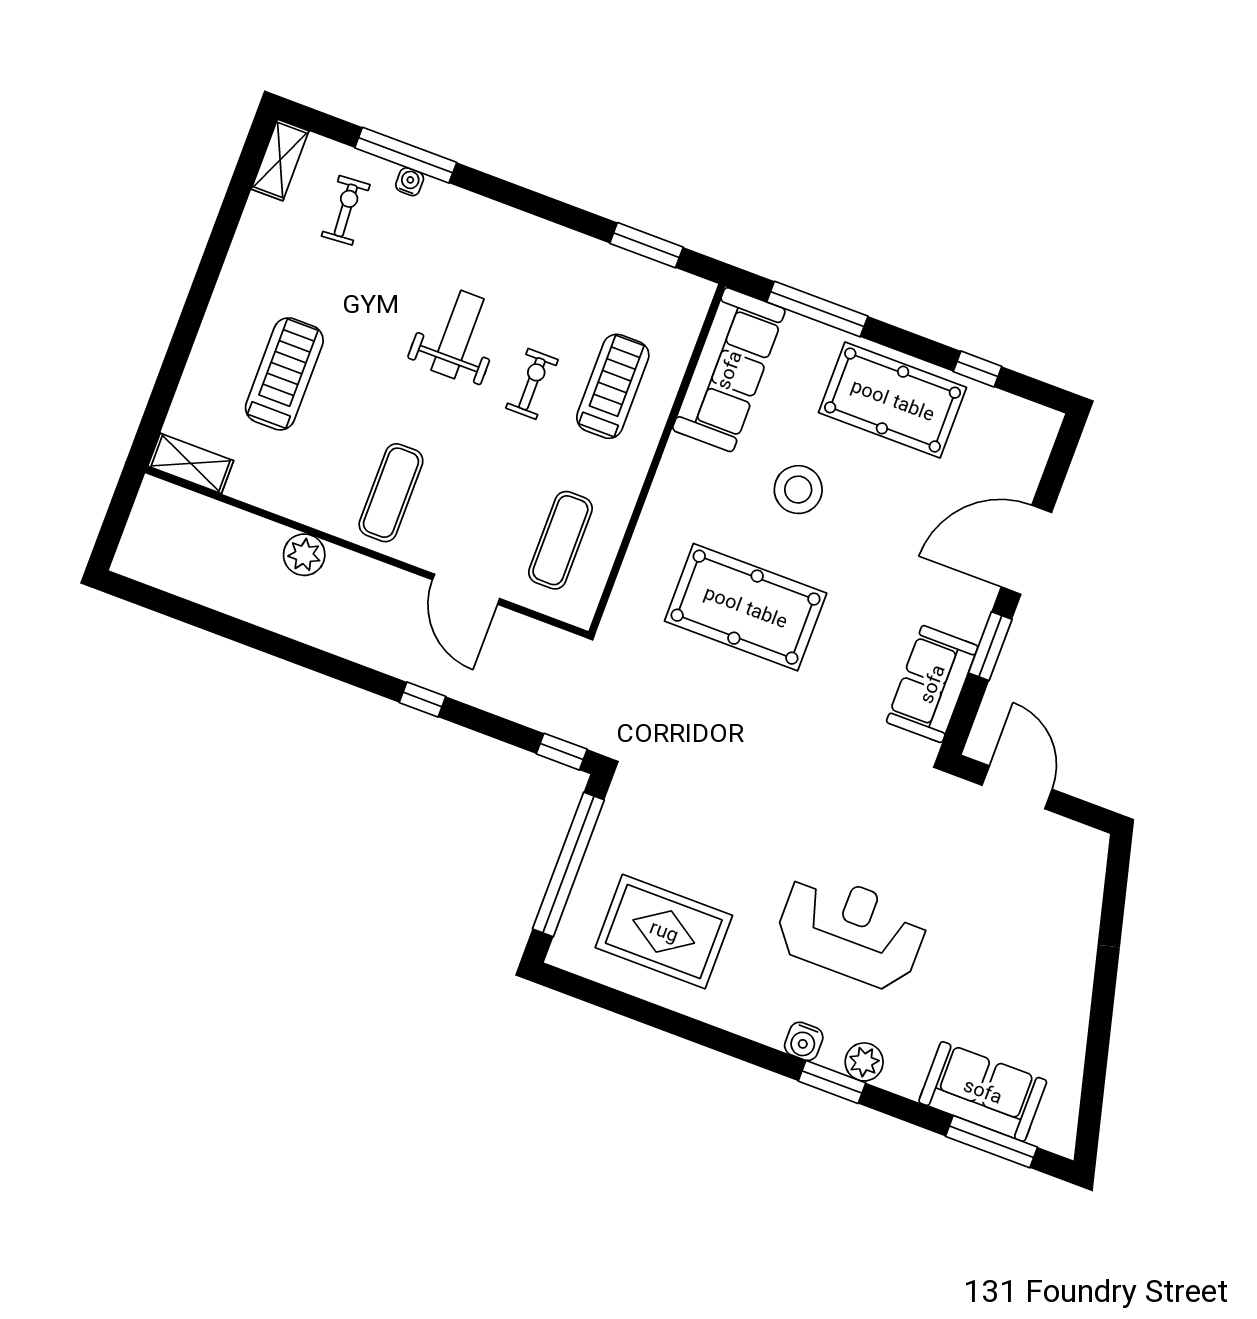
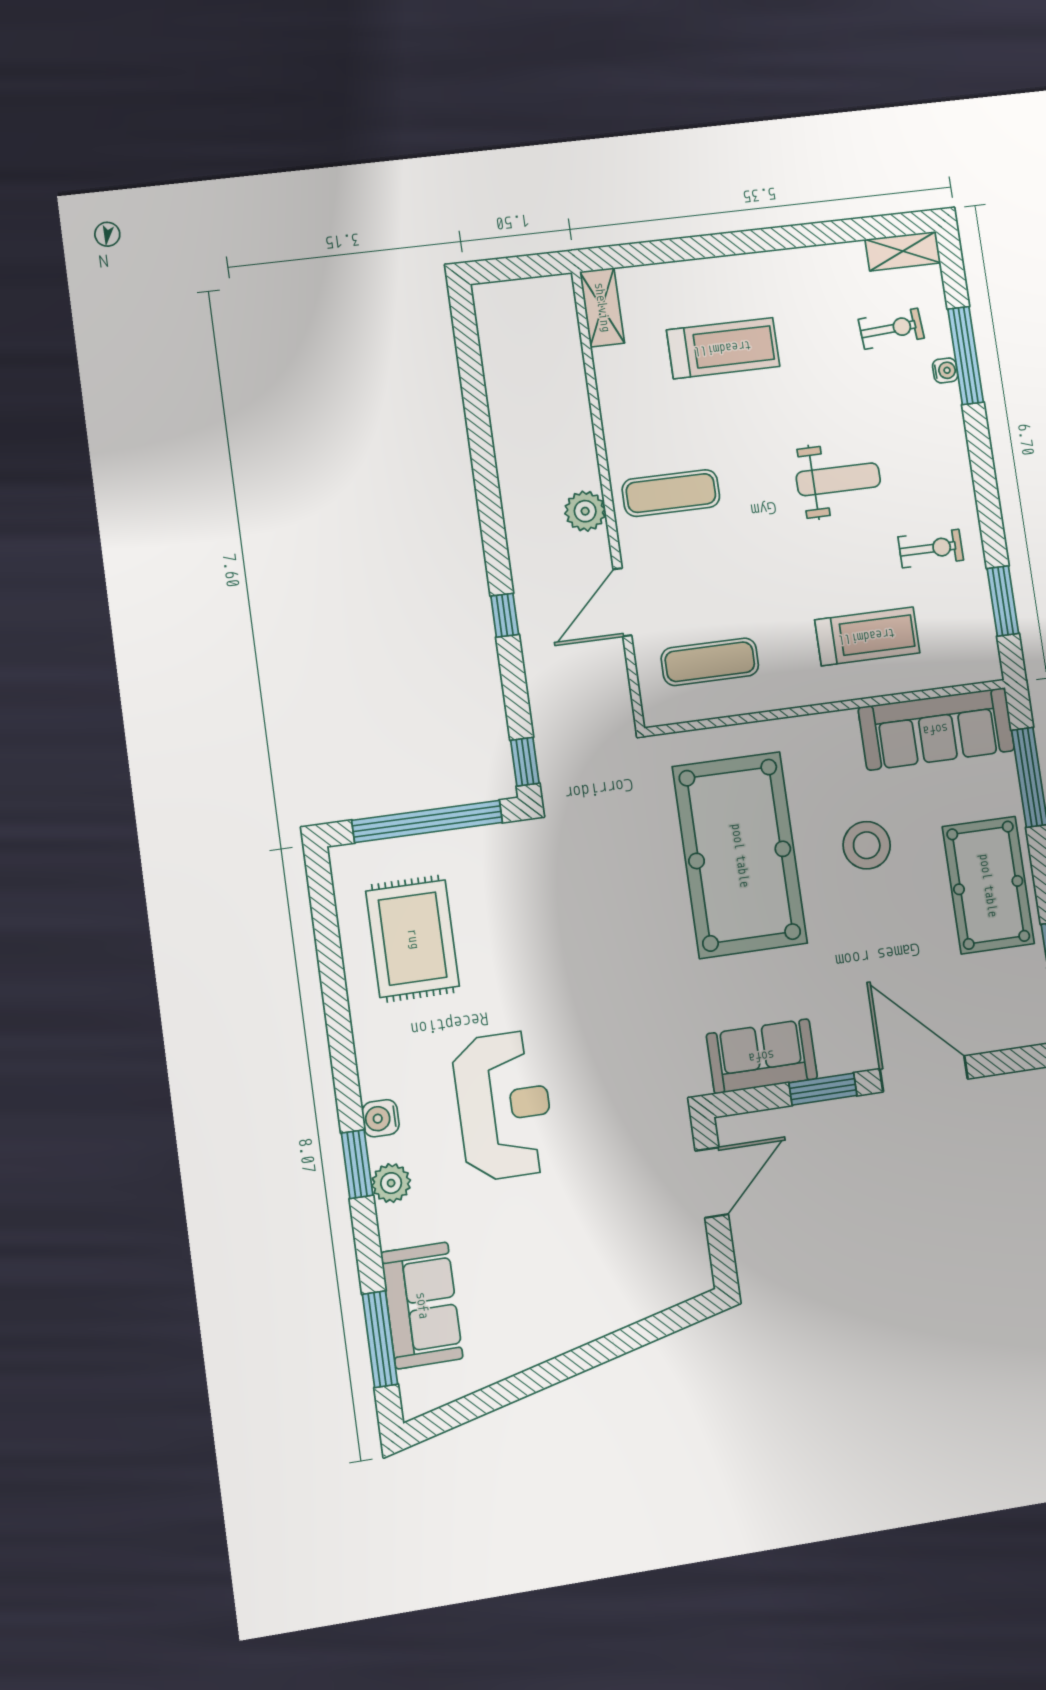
exercise bike: (532, 384) -> (931, 548), moved
plant: (304, 555) -> (585, 511), moved
pool table: (746, 607) -> (740, 855), width x1.36, depth x1.32

